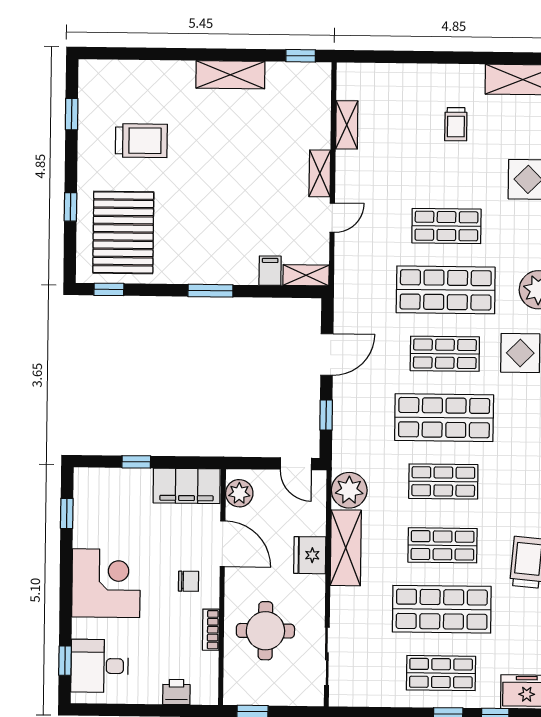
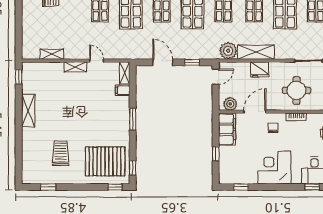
window: (71, 207) -> (115, 187), moved

